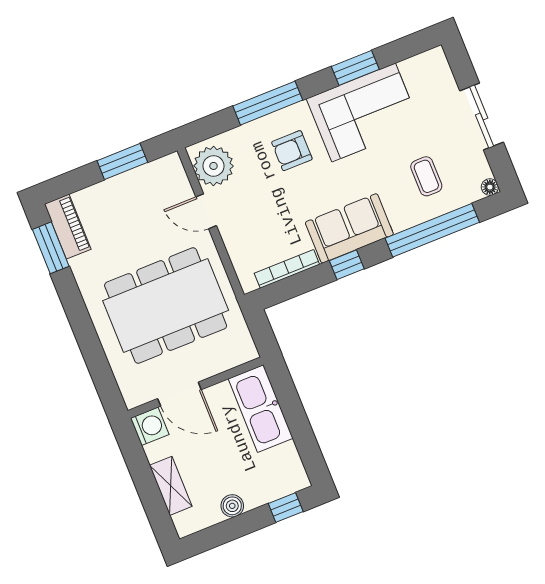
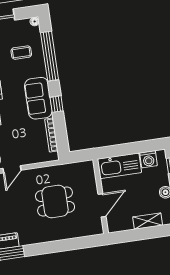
dining table: (166, 306) -> (55, 201), width x0.53, depth x0.80
washing machine: (150, 426) -> (149, 159), moved, turned 180

